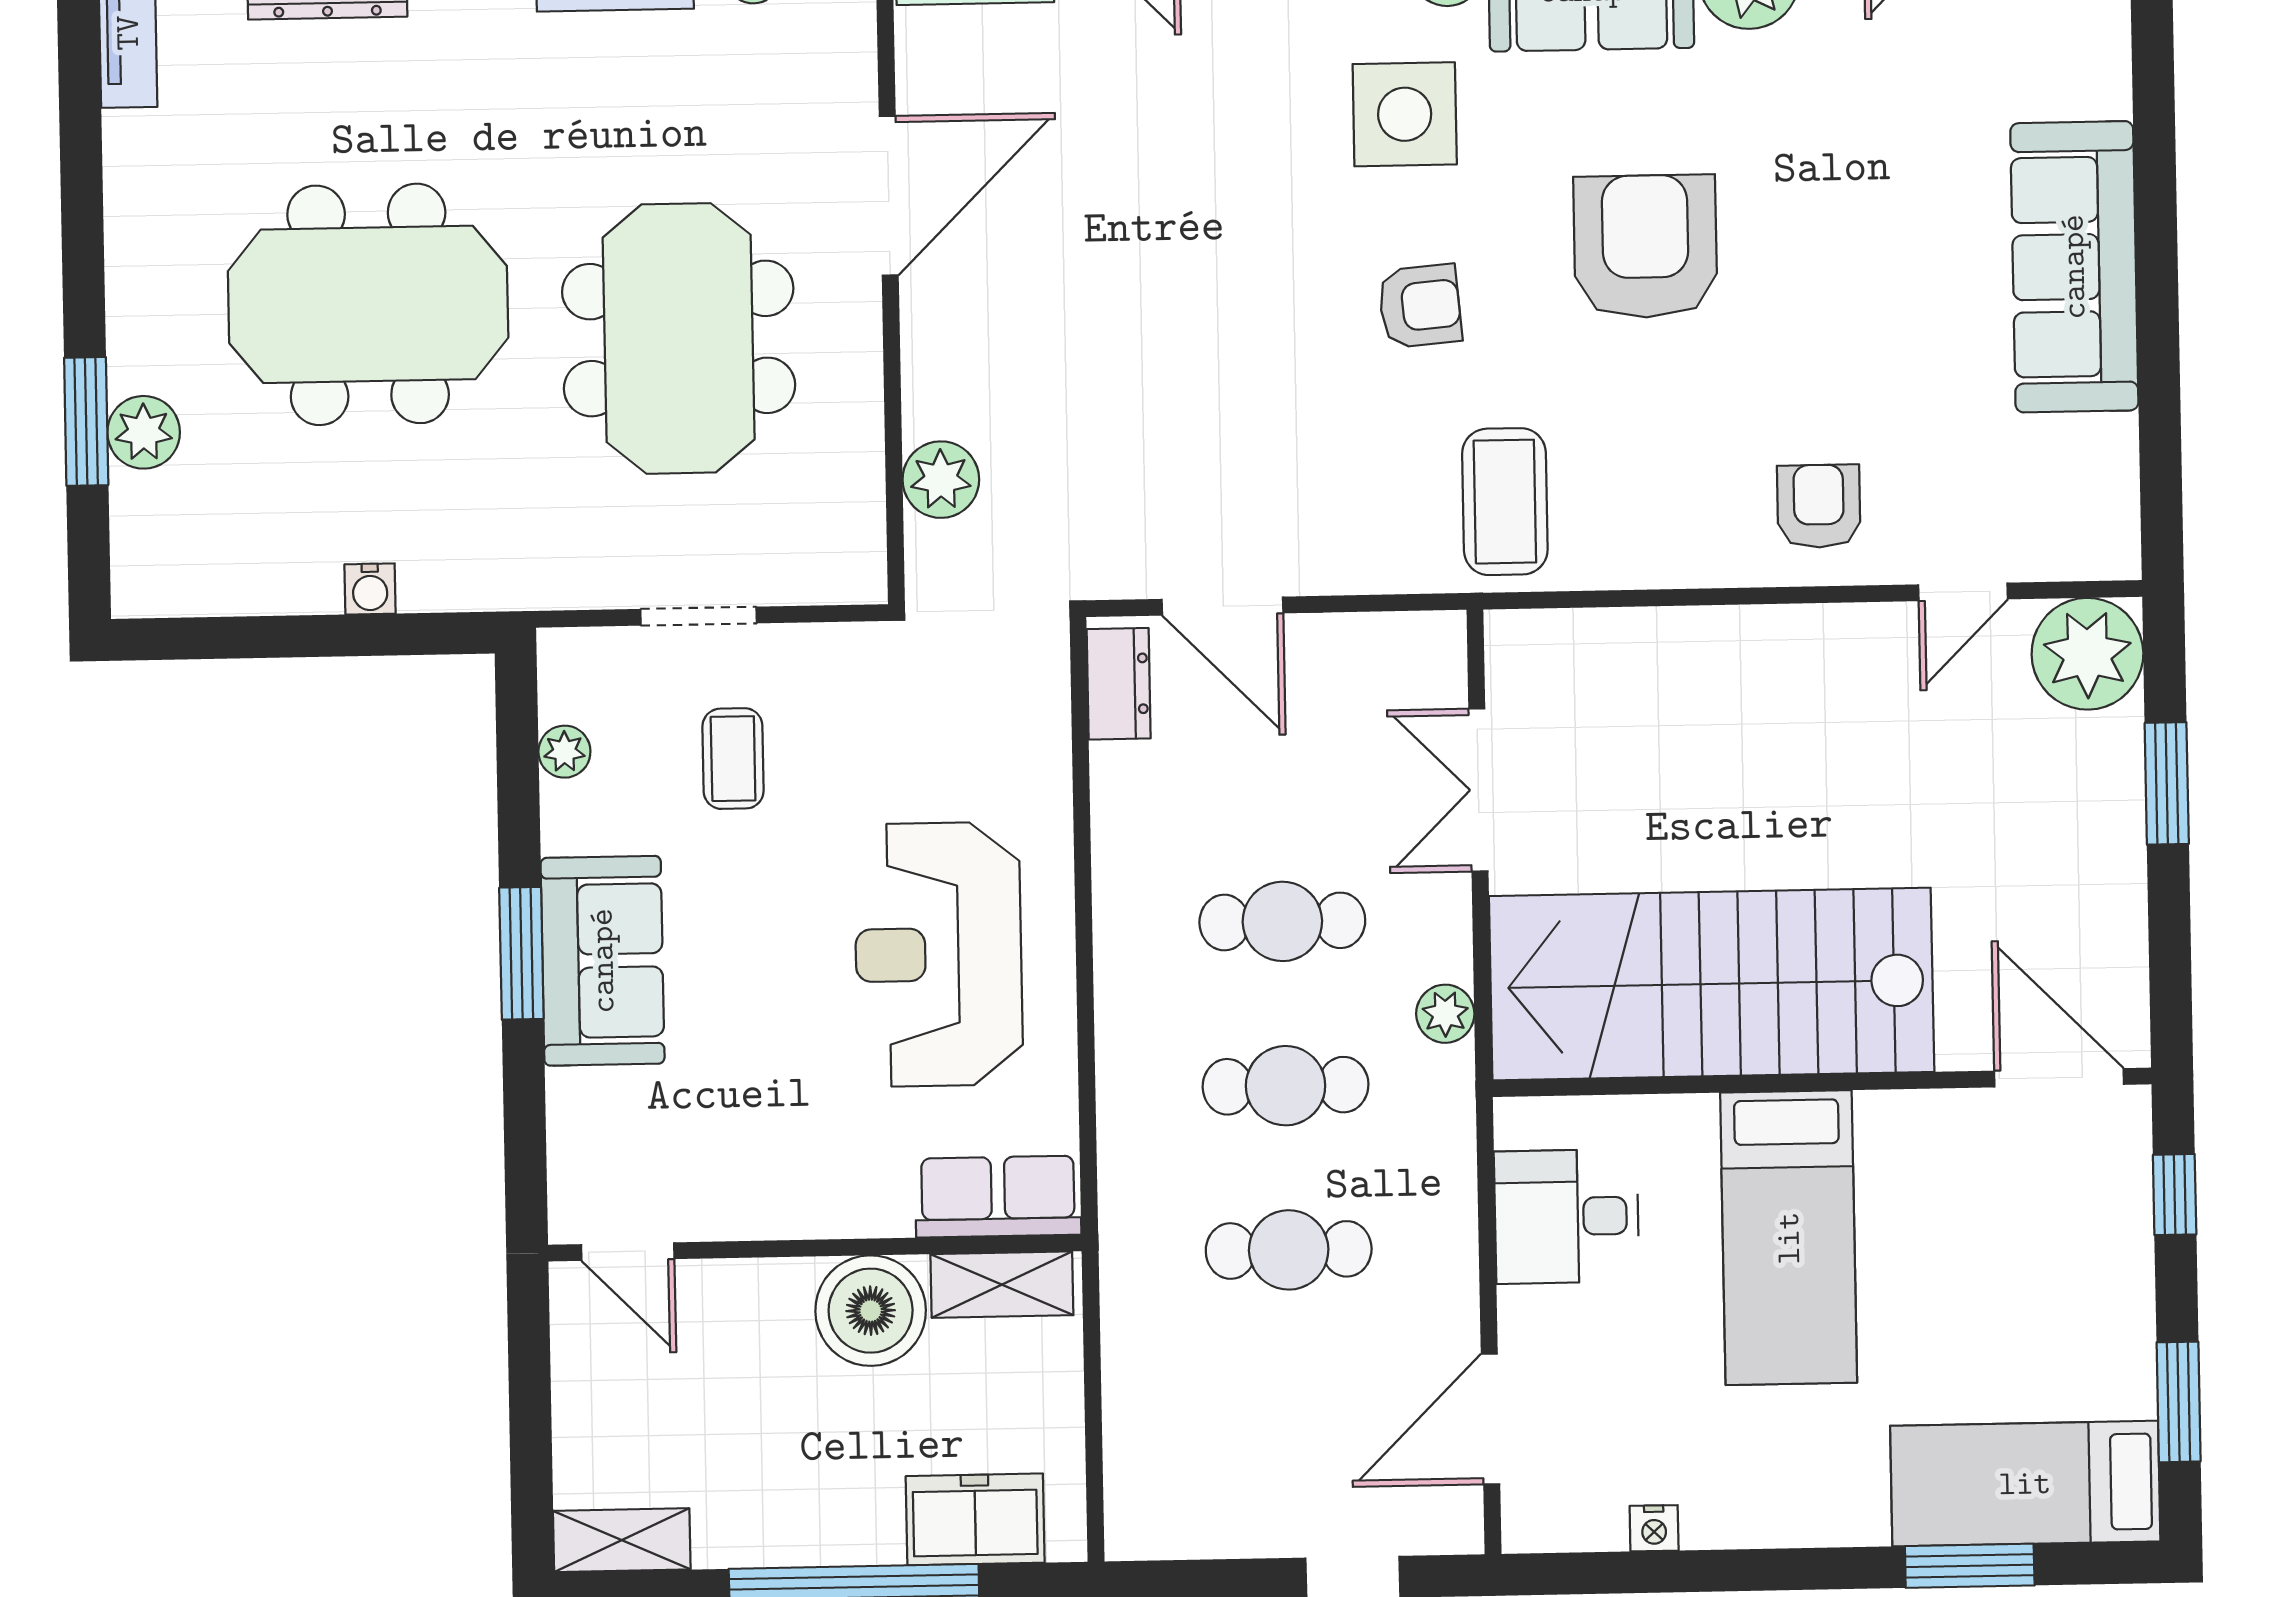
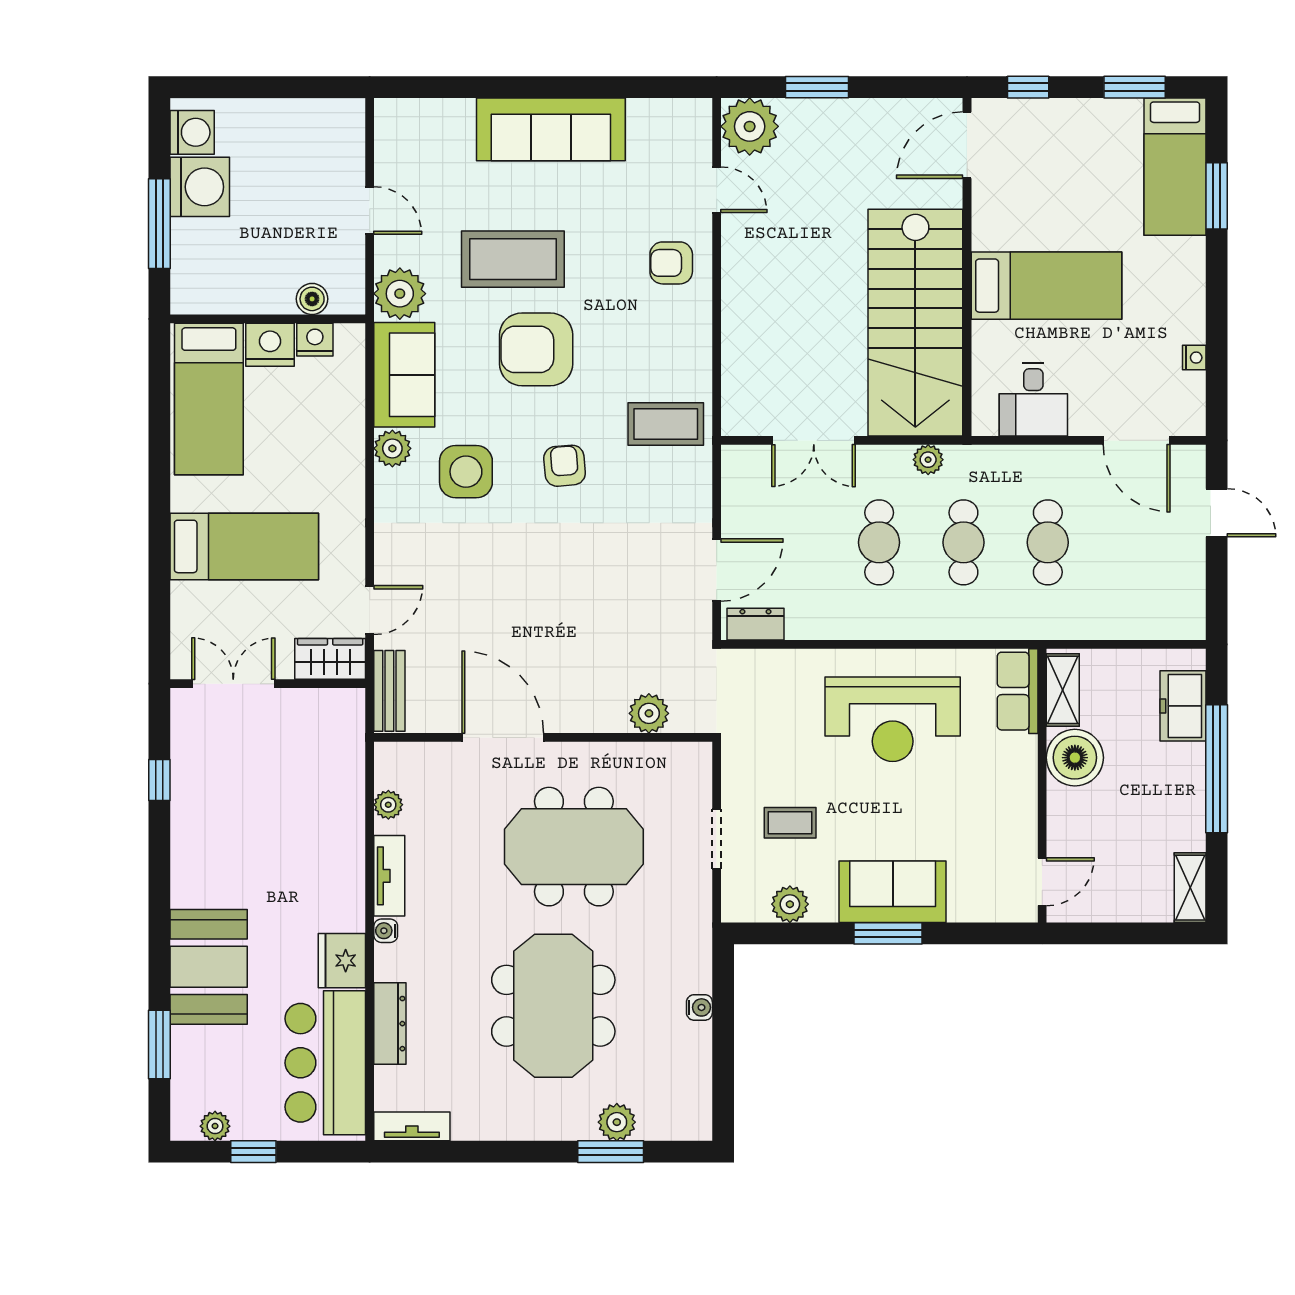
coffee table: (1820, 198) -> (513, 259), added
plant: (564, 752) -> (790, 904), width x1.38, depth x1.38

